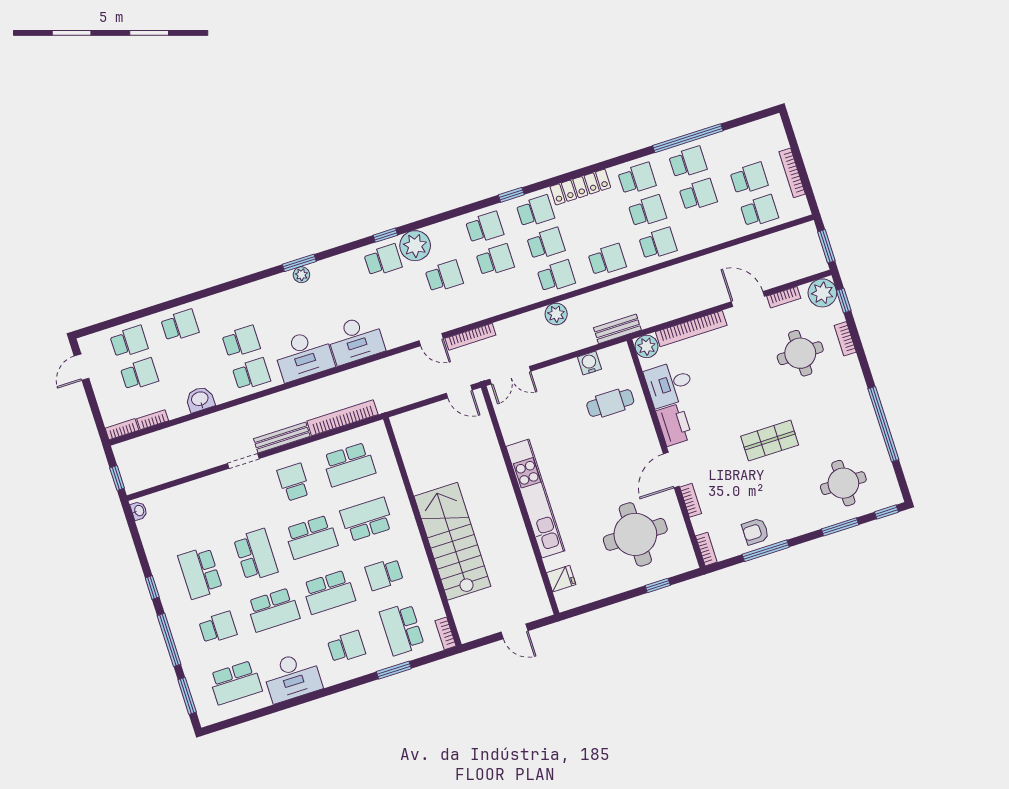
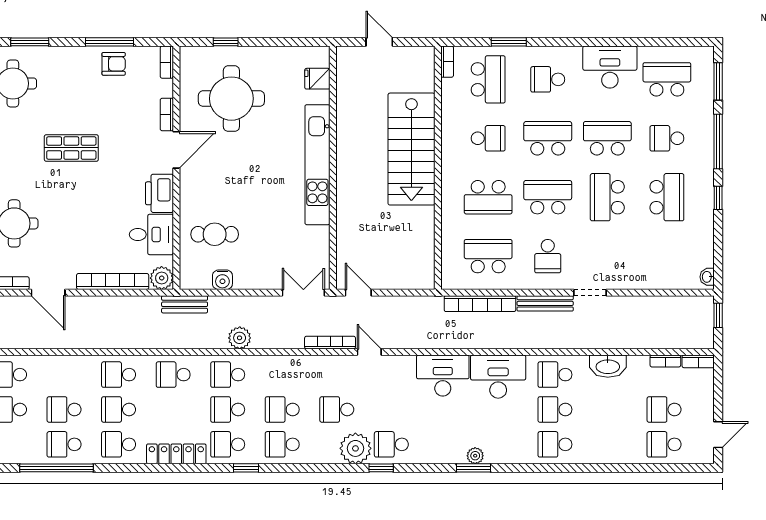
school desk: (180, 325) -> (555, 444), moved
washbasin: (200, 399) -> (608, 366), width x1.38

